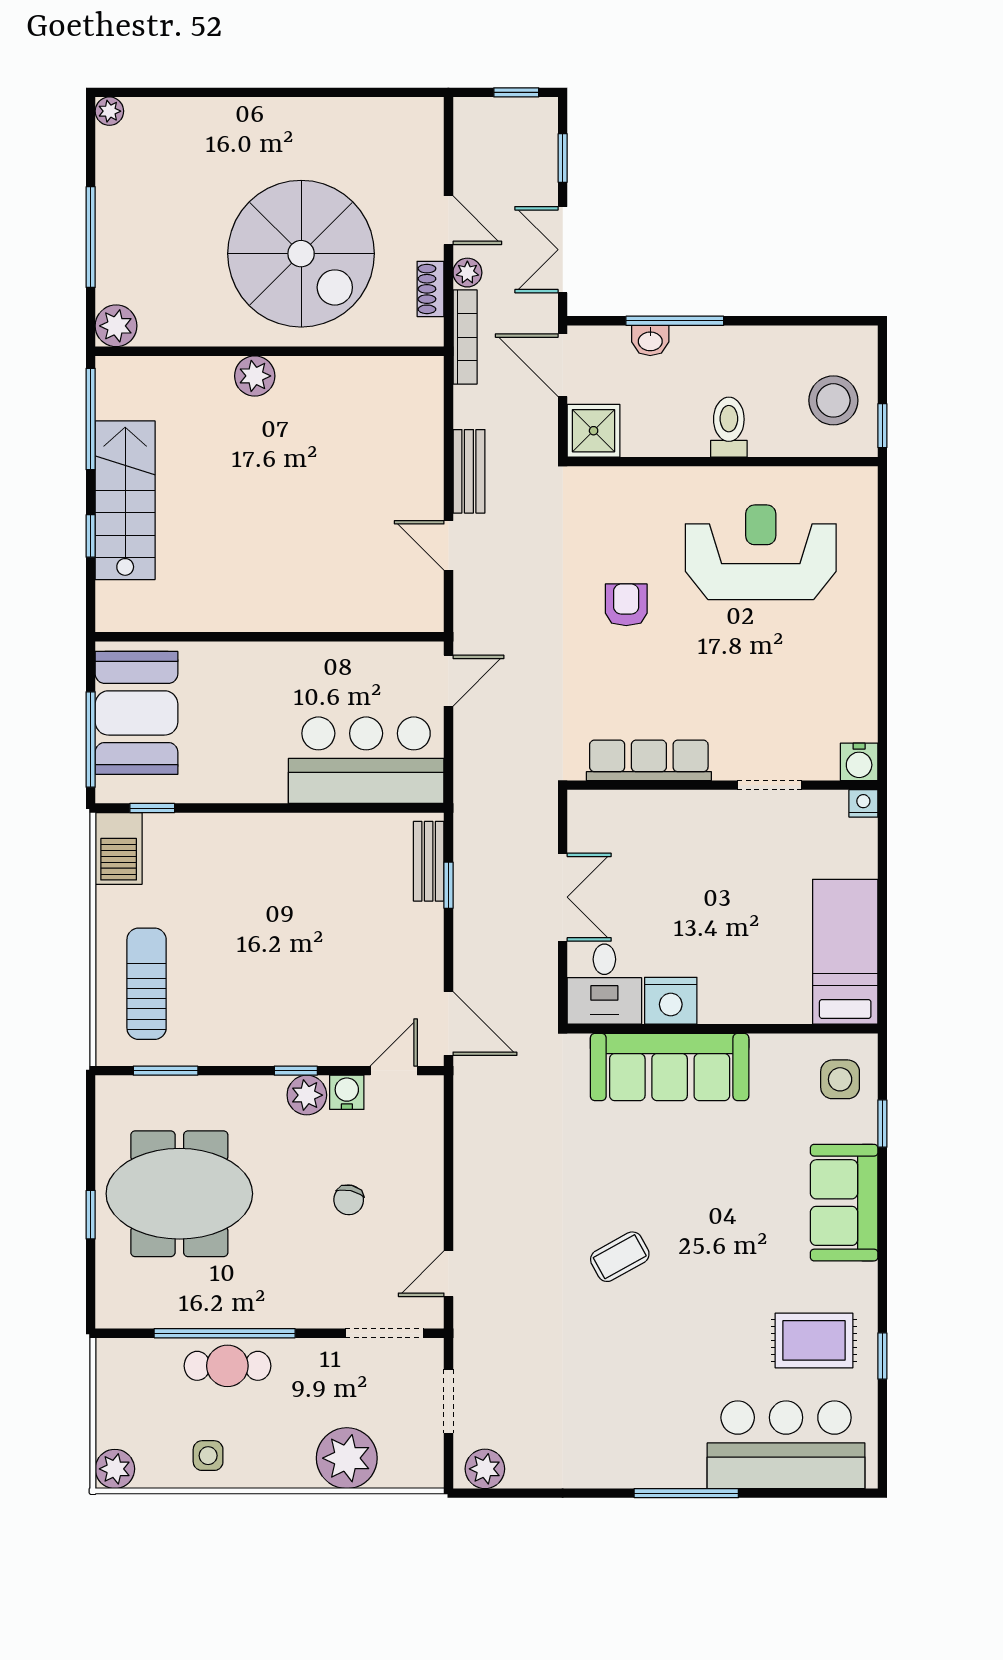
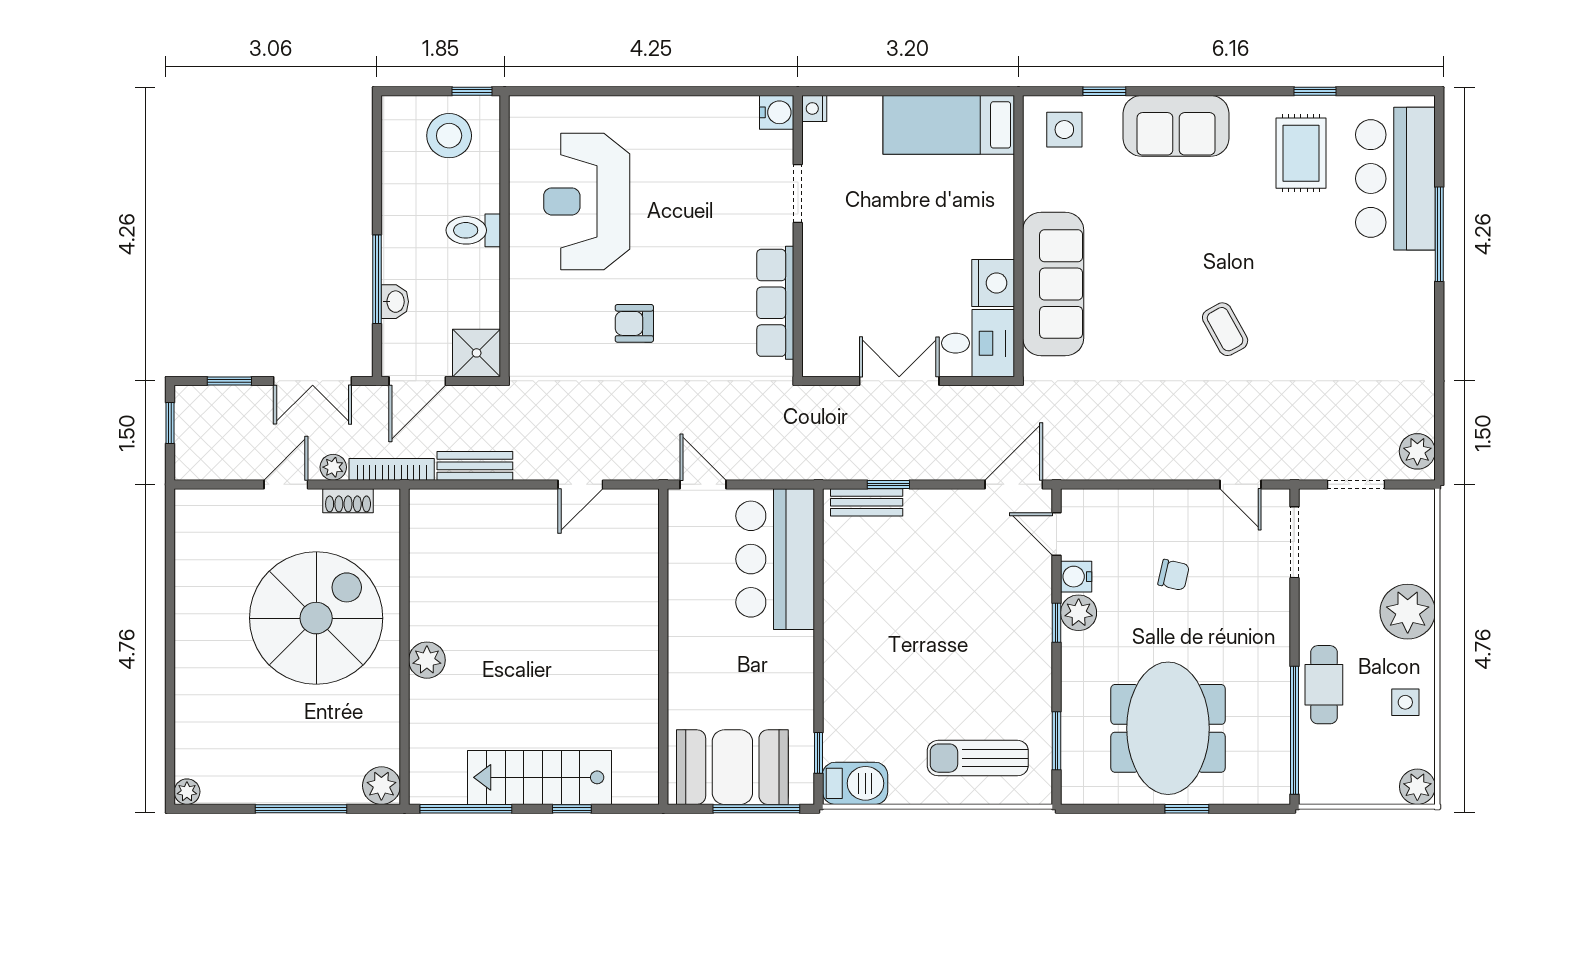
bench: (469, 471) -> (475, 466), moved
window: (225, 1333) -> (1294, 730), moved
plant: (347, 1458) -> (1408, 612), moved
window: (686, 1493) -> (1439, 234), moved

